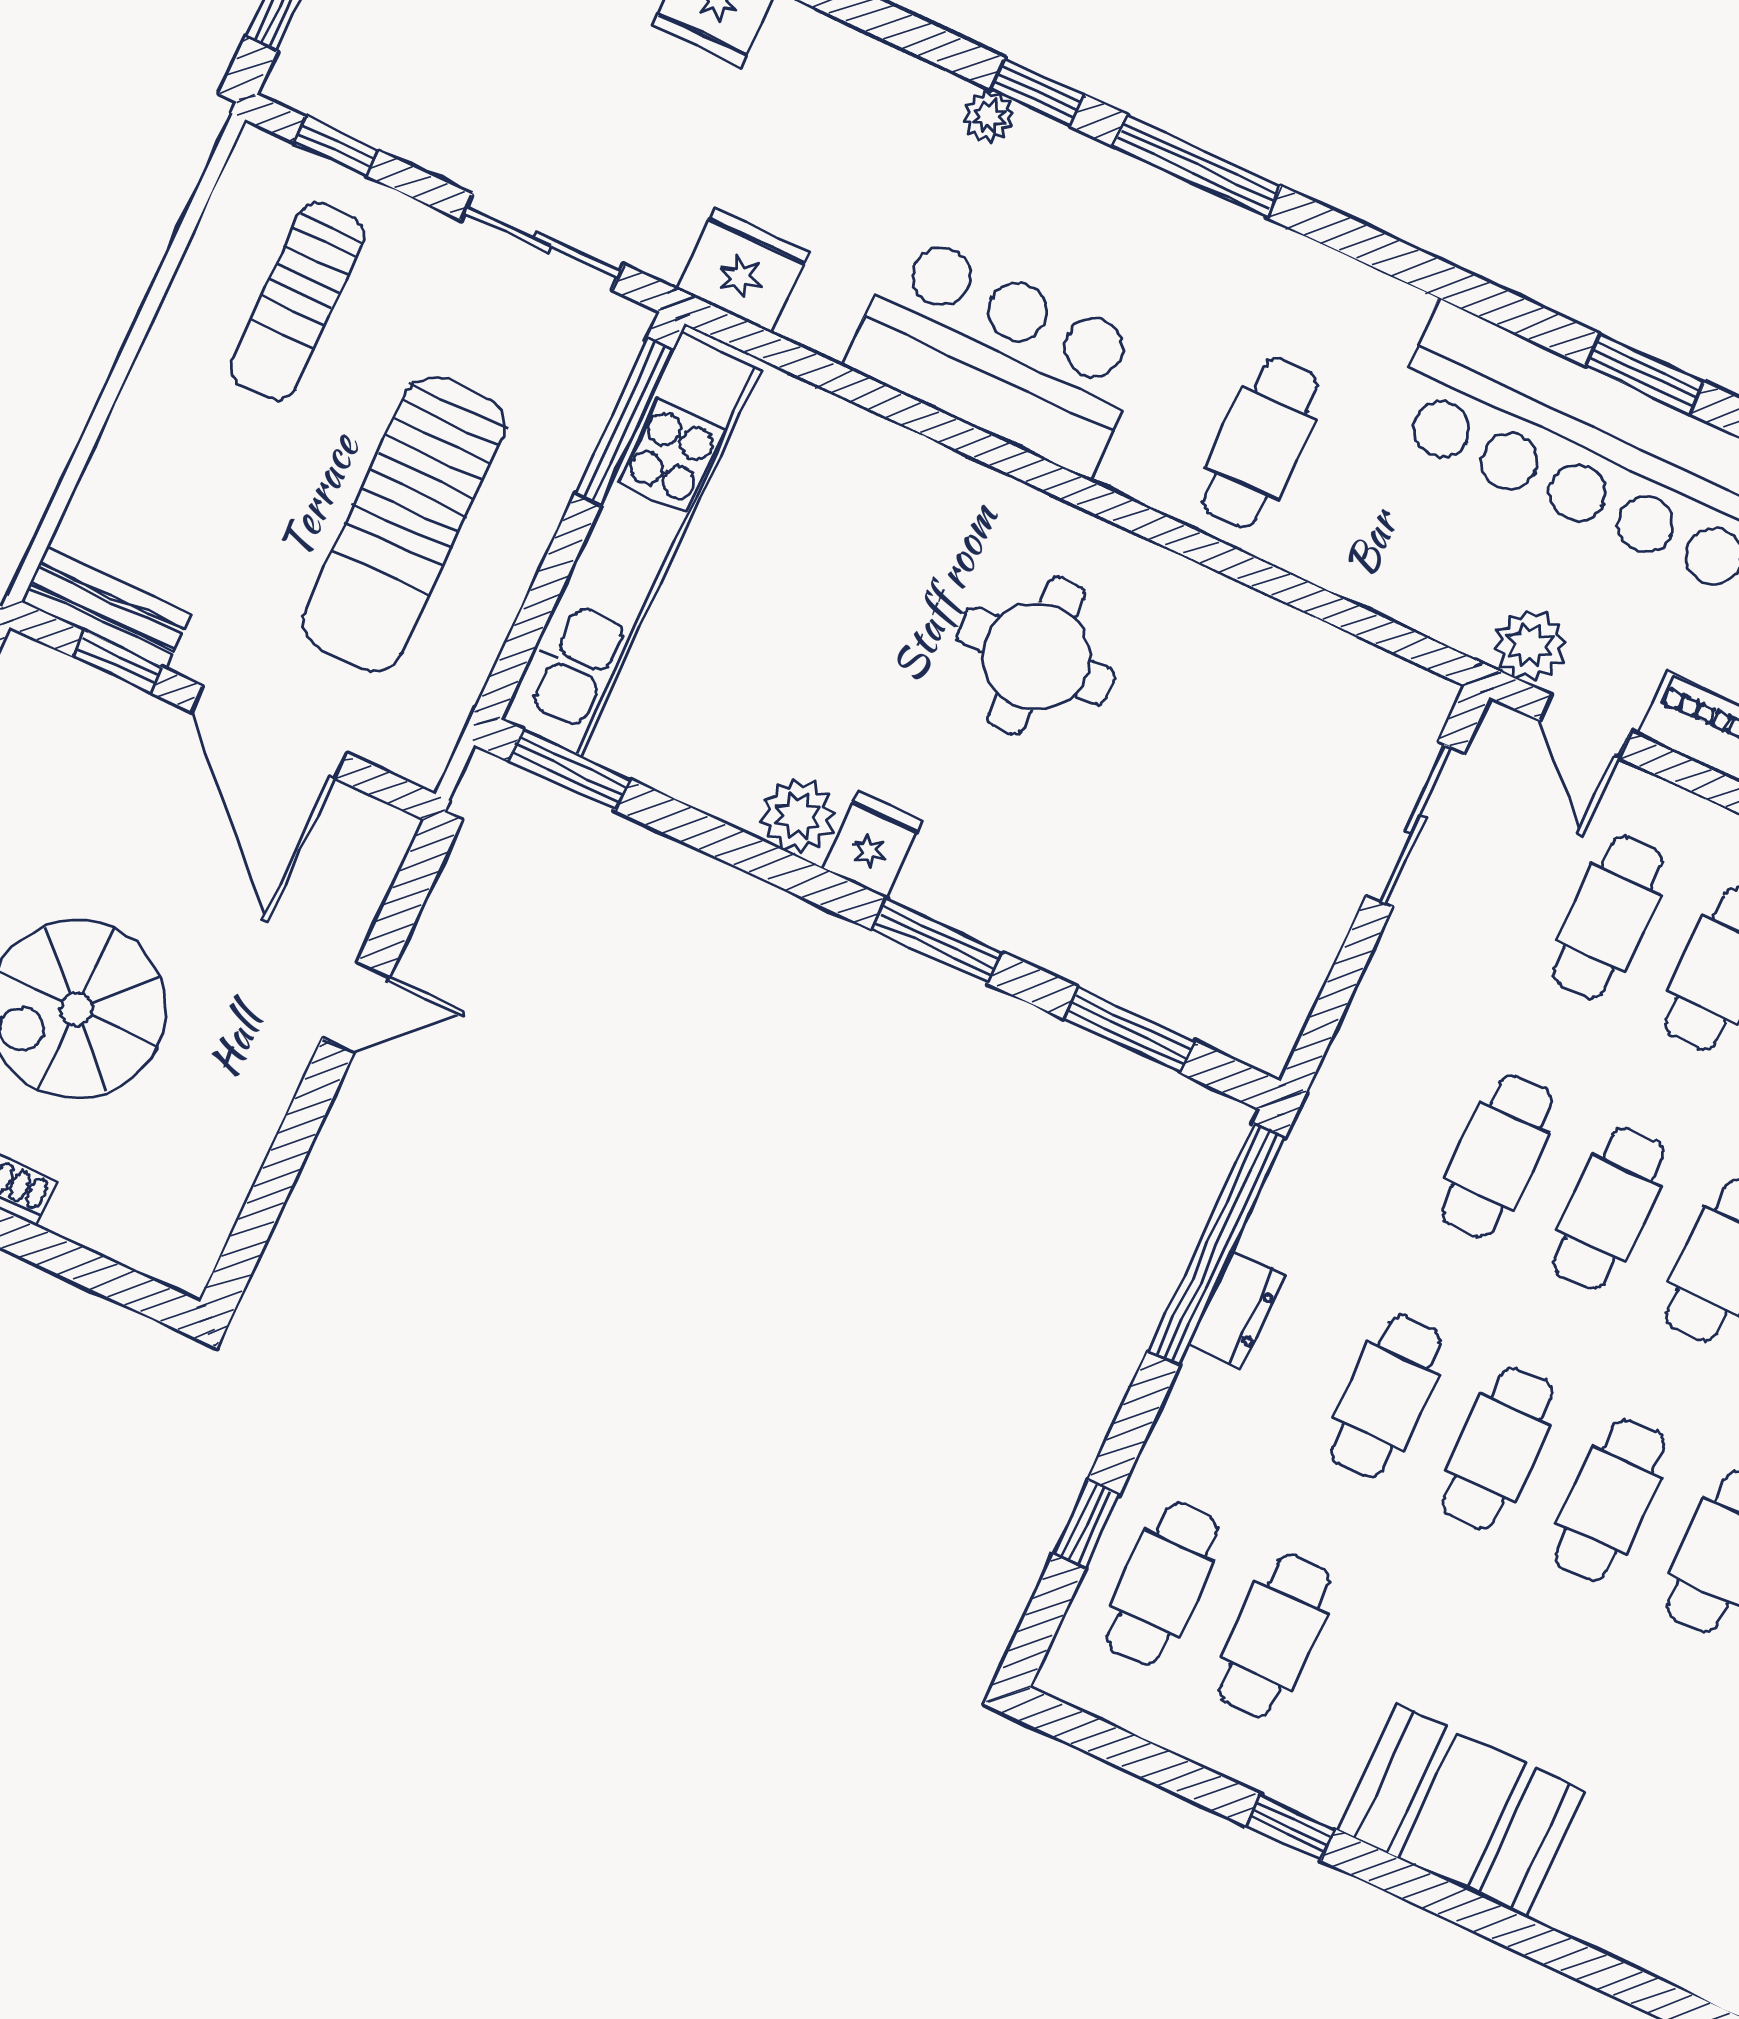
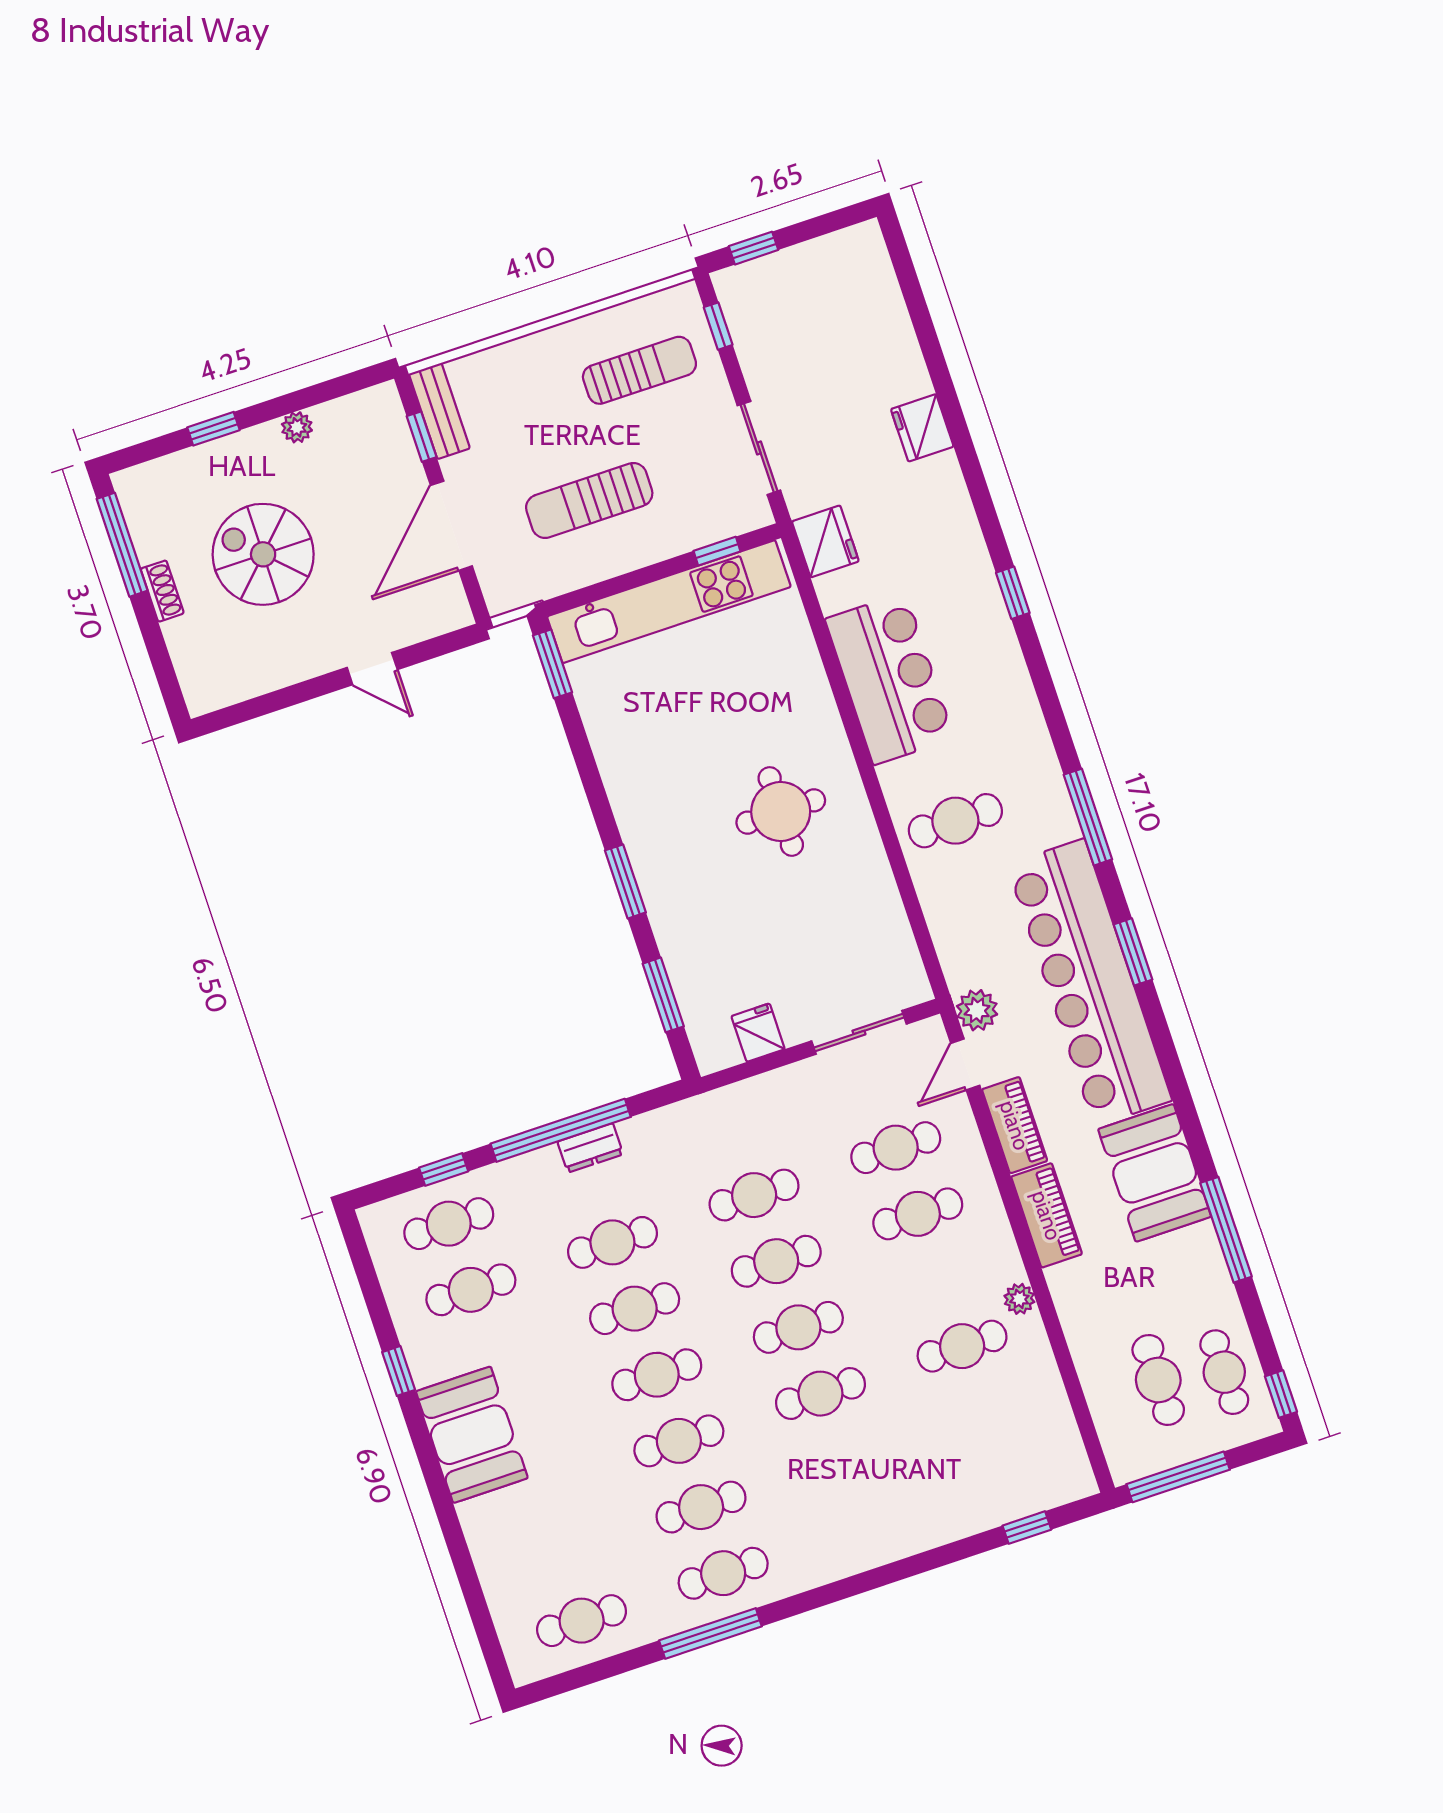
plant: (988, 116) -> (984, 582), removed
window: (1197, 166) -> (1088, 817), moved
sun lounger: (297, 301) -> (639, 370), turned 180
window: (624, 421) -> (717, 551), width x0.46
sun lounger: (404, 524) -> (589, 501), width x0.73, depth x0.75
plant: (798, 816) -> (623, 776), removed
fridge: (872, 845) -> (758, 1033), moved, turned -90
window: (1216, 1244) -> (561, 1130), moved

